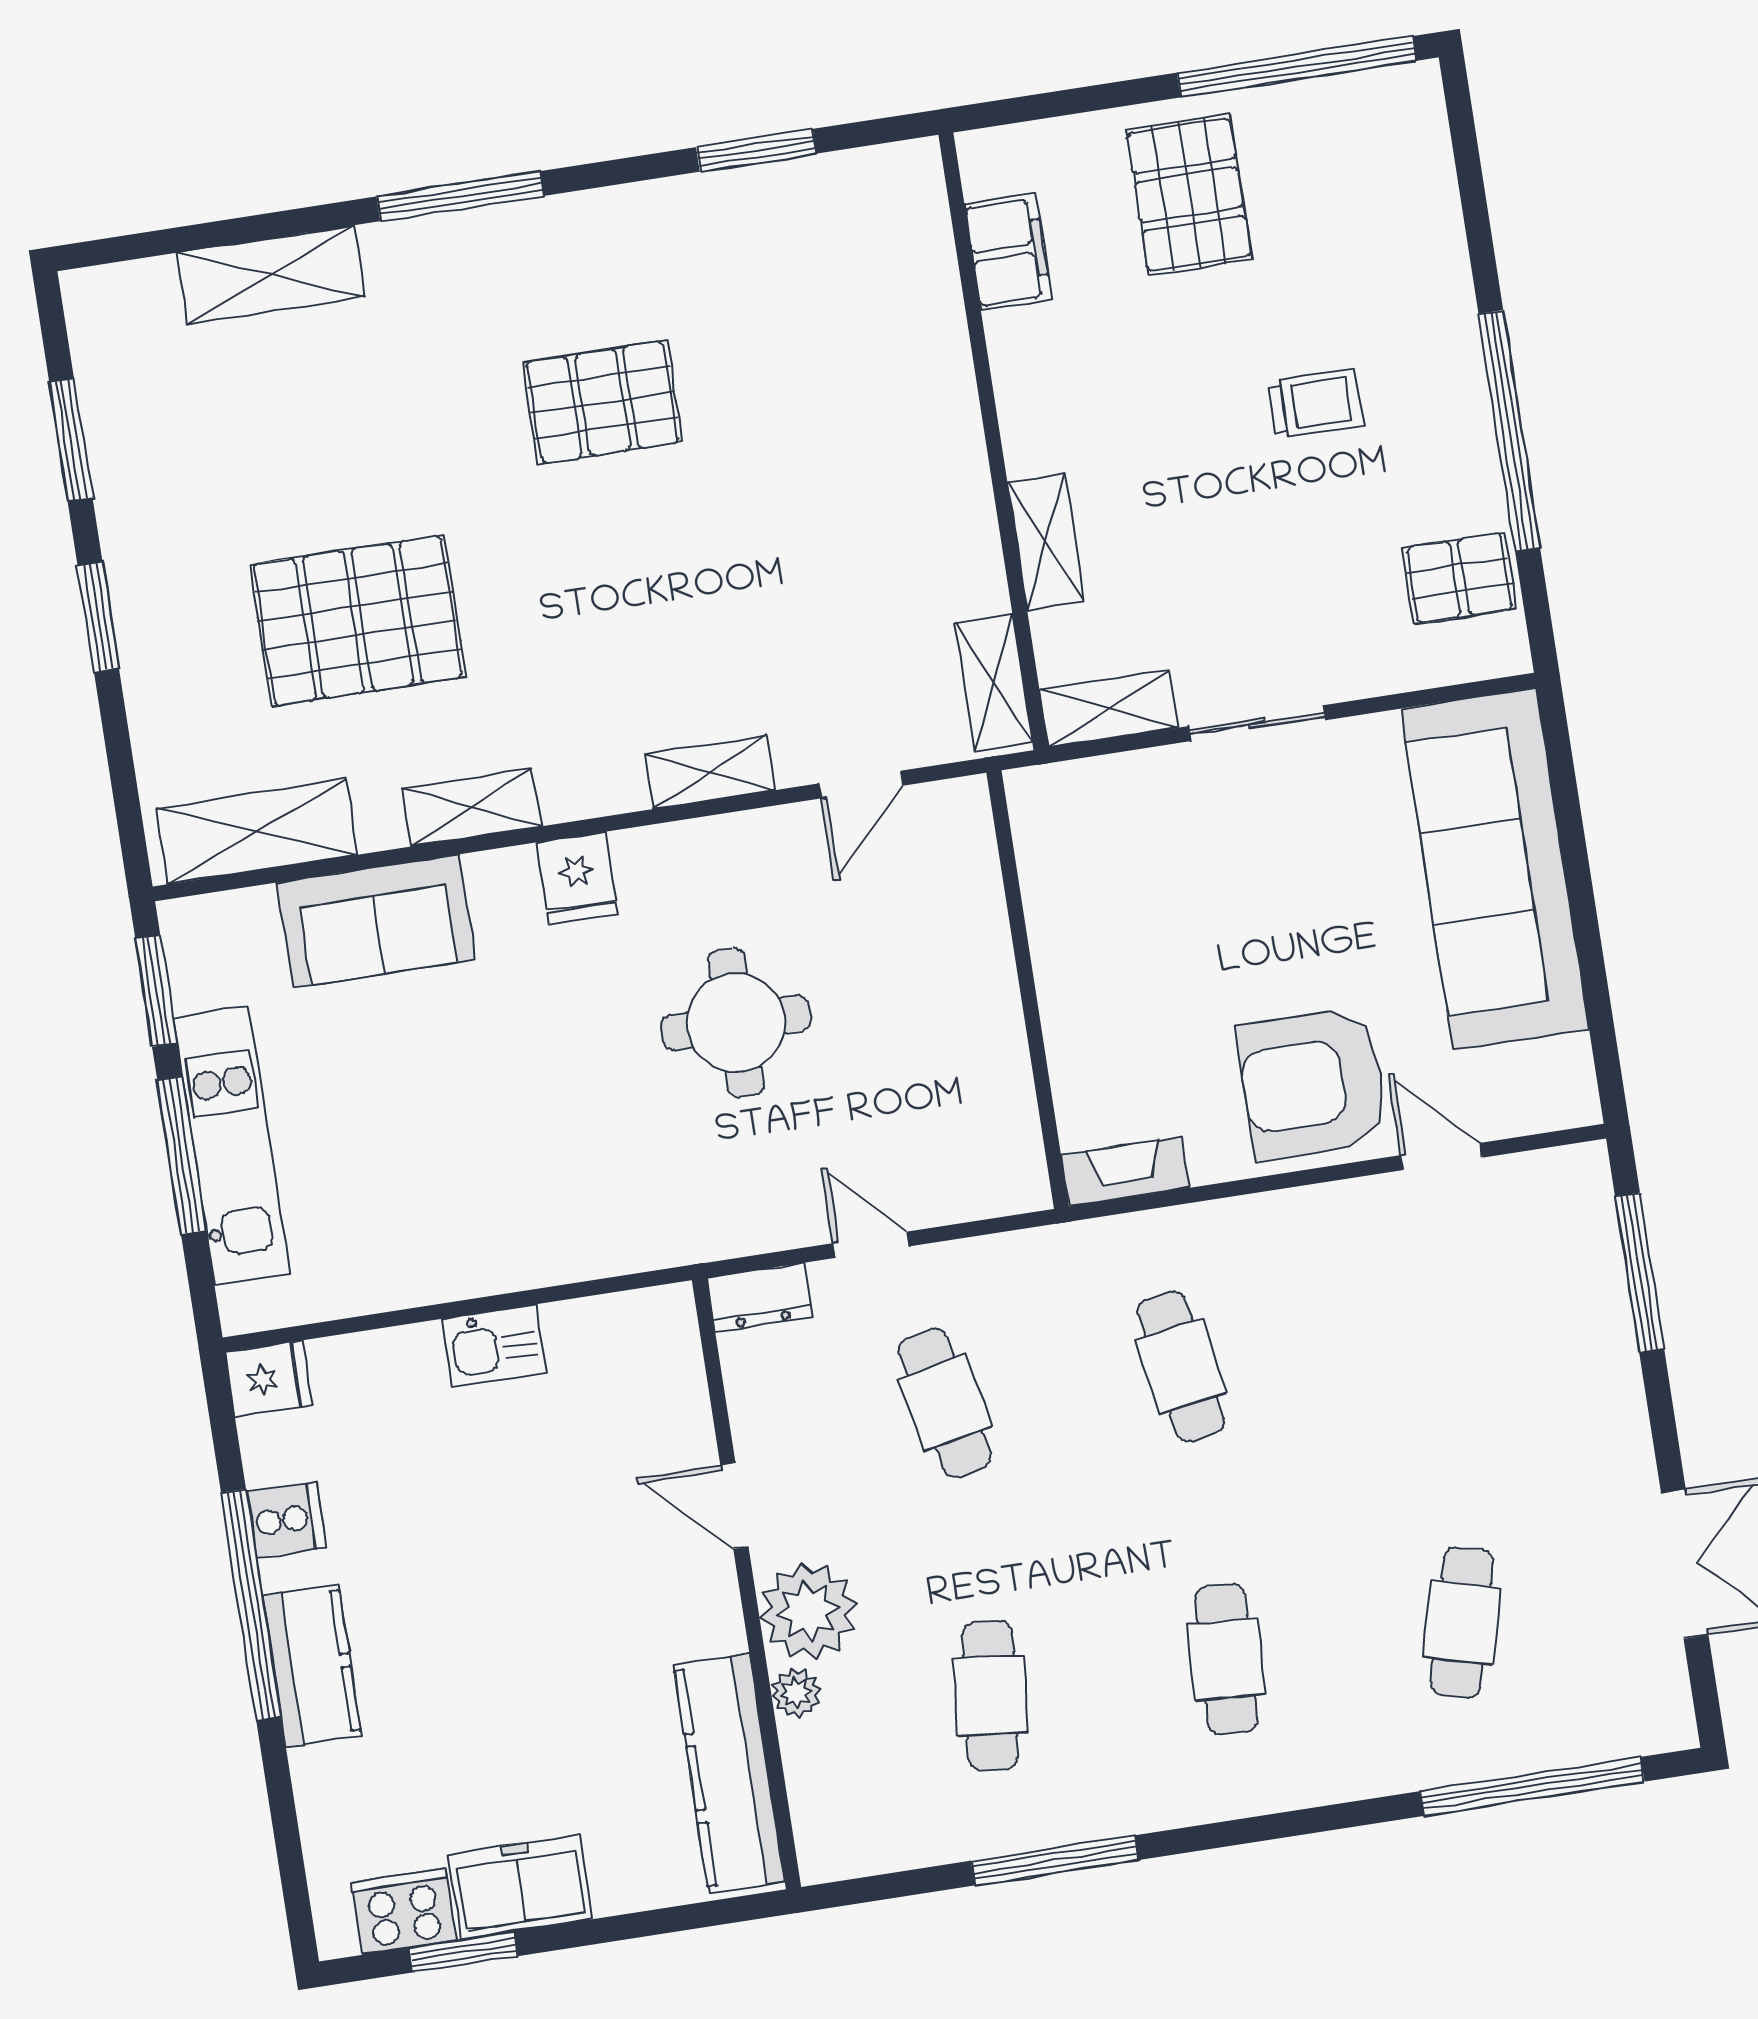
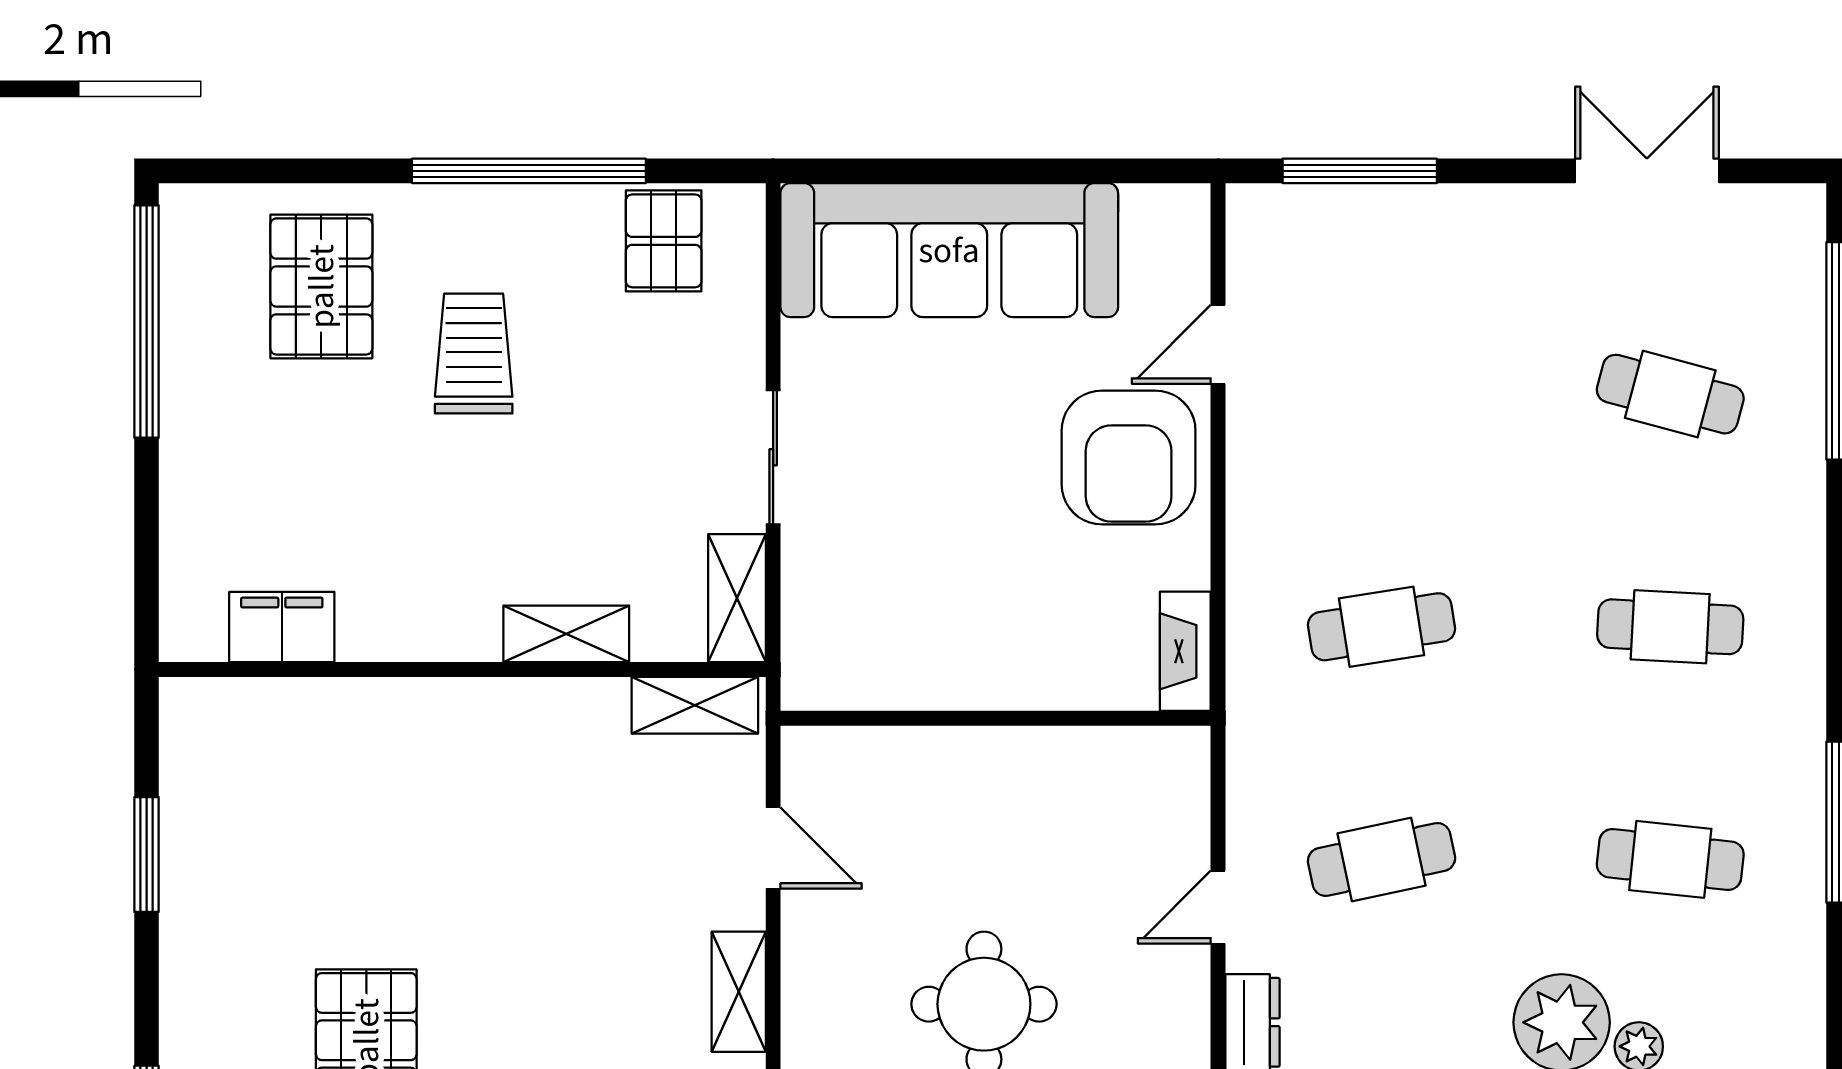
pallet: (1189, 195) -> (321, 286), moved, turned 90
trolley: (1315, 403) -> (474, 354), width x1.36, depth x1.39

